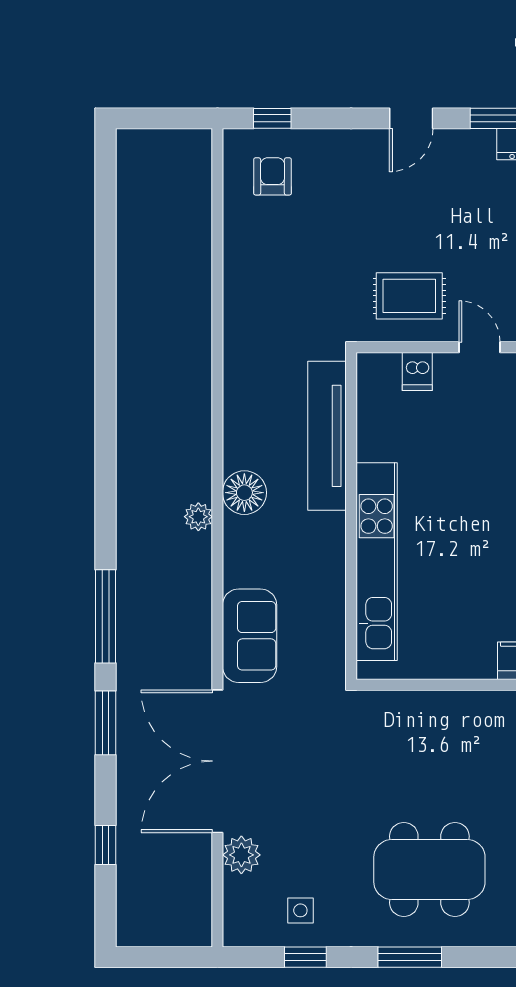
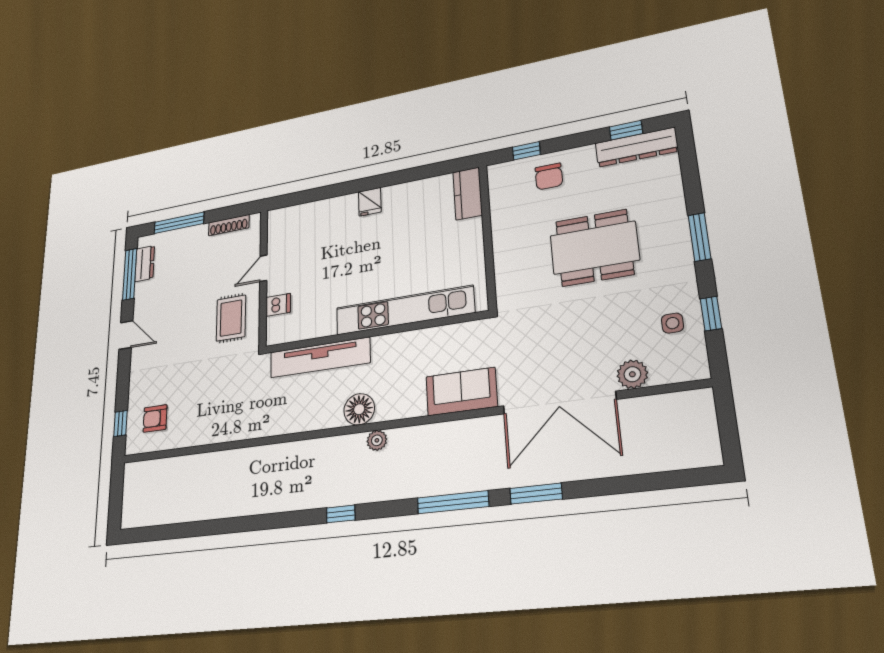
window: (106, 845) -> (341, 514), moved
dining table: (429, 869) -> (594, 248), moved, turned 90

